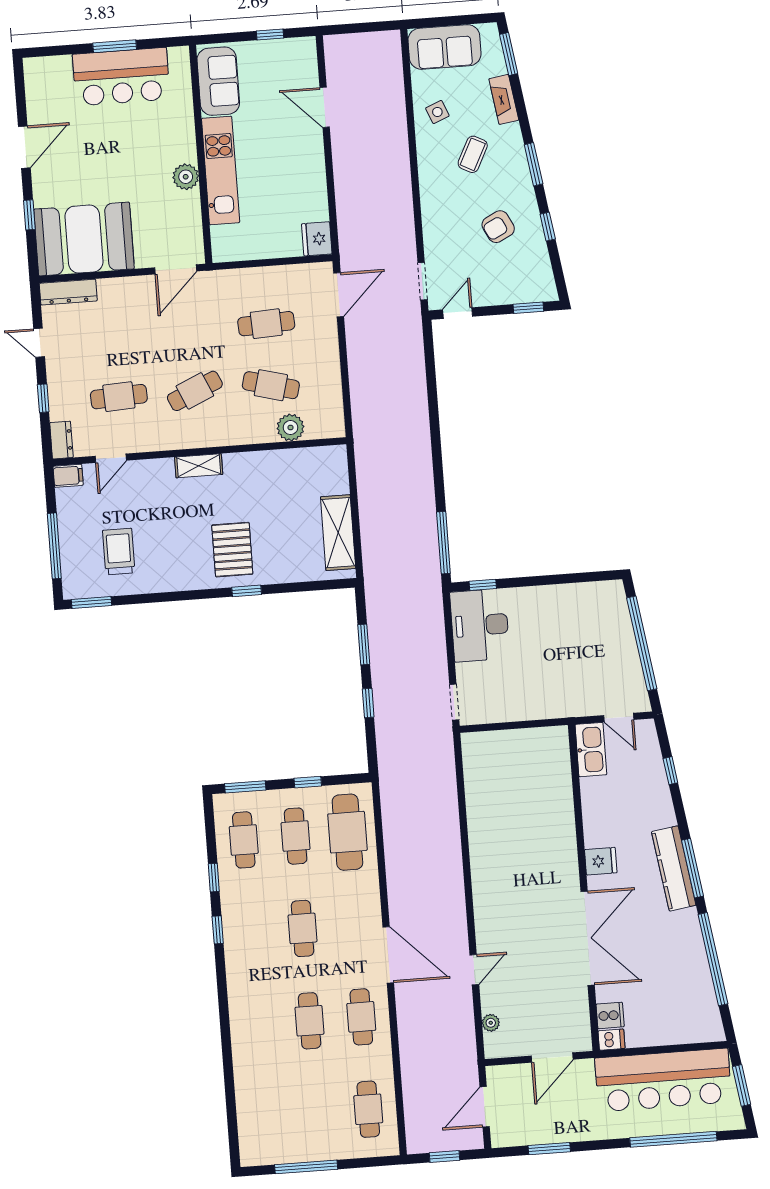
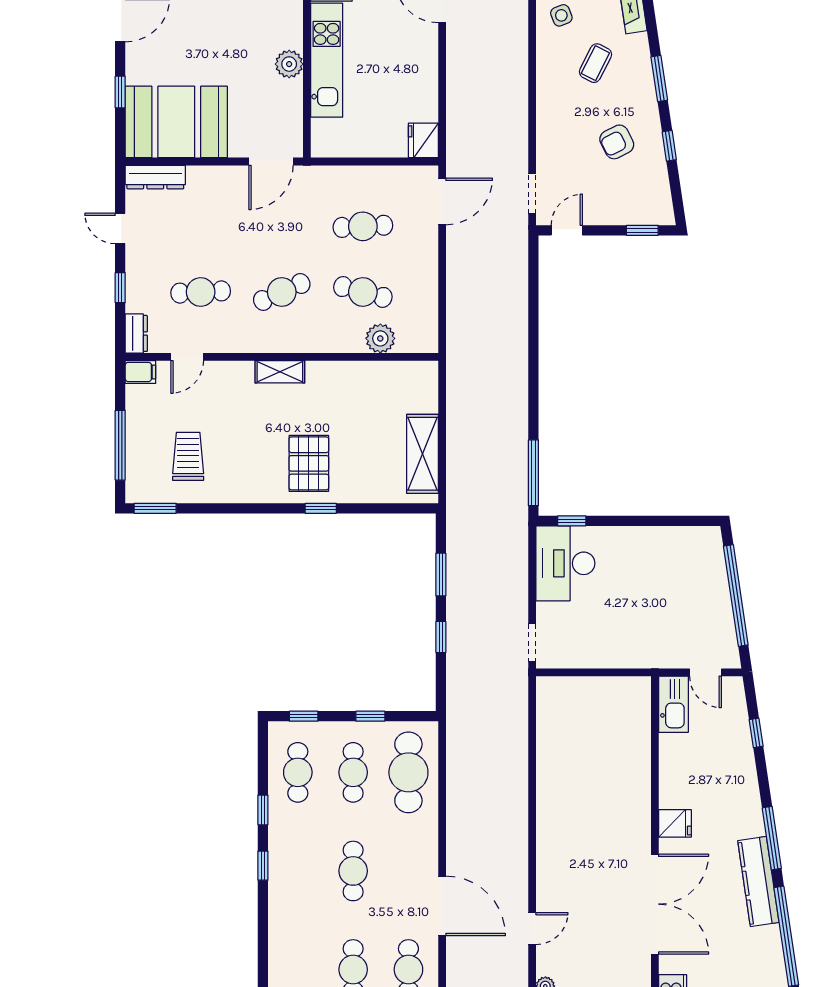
window: (245, 787) -> (304, 716), width x0.67
kitchen counter: (674, 868) -> (758, 881), moved

